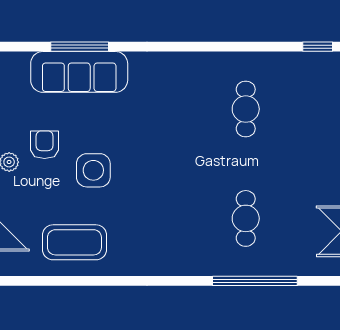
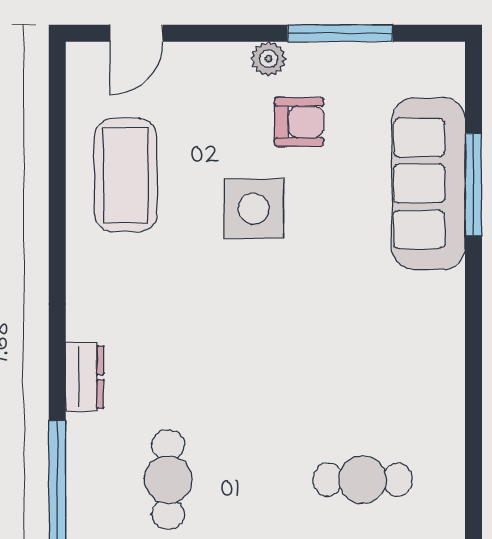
cafe table: (246, 218) -> (168, 480), turned 90
dresser: (188, 265) -> (85, 377), added

